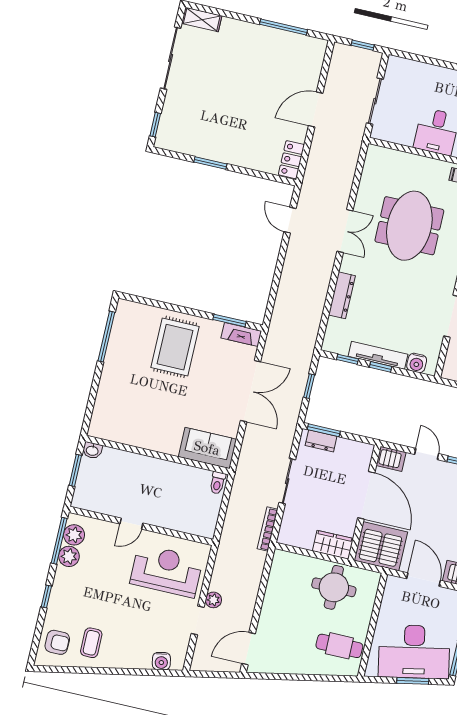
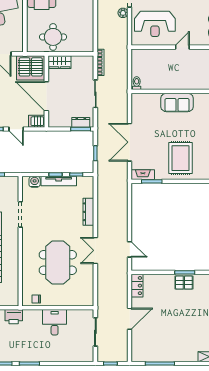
pallet: (215, 147) -> (184, 283), added
sofa: (207, 448) -> (177, 102), moved

